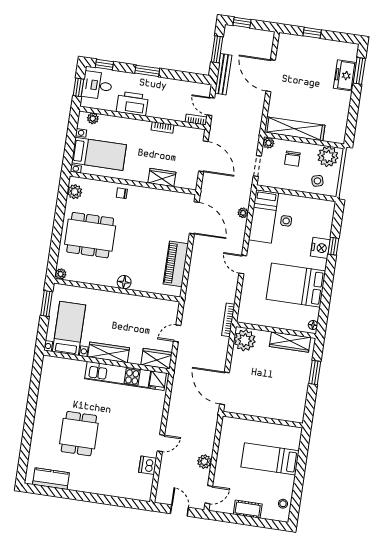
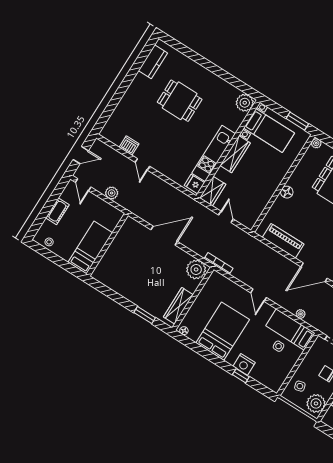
door: (243, 265) -> (259, 295), swing flipped
plant: (51, 366) -> (245, 103), added
wall: (263, 420) -> (107, 245), moved

